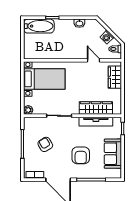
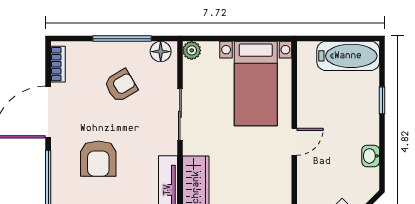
bathtub: (39, 26) -> (348, 56), moved, turned -90
door: (94, 60) -> (294, 142), moved
floor lamp: (29, 125) -> (161, 52), added
armchair: (81, 155) -> (98, 159), turned -90

